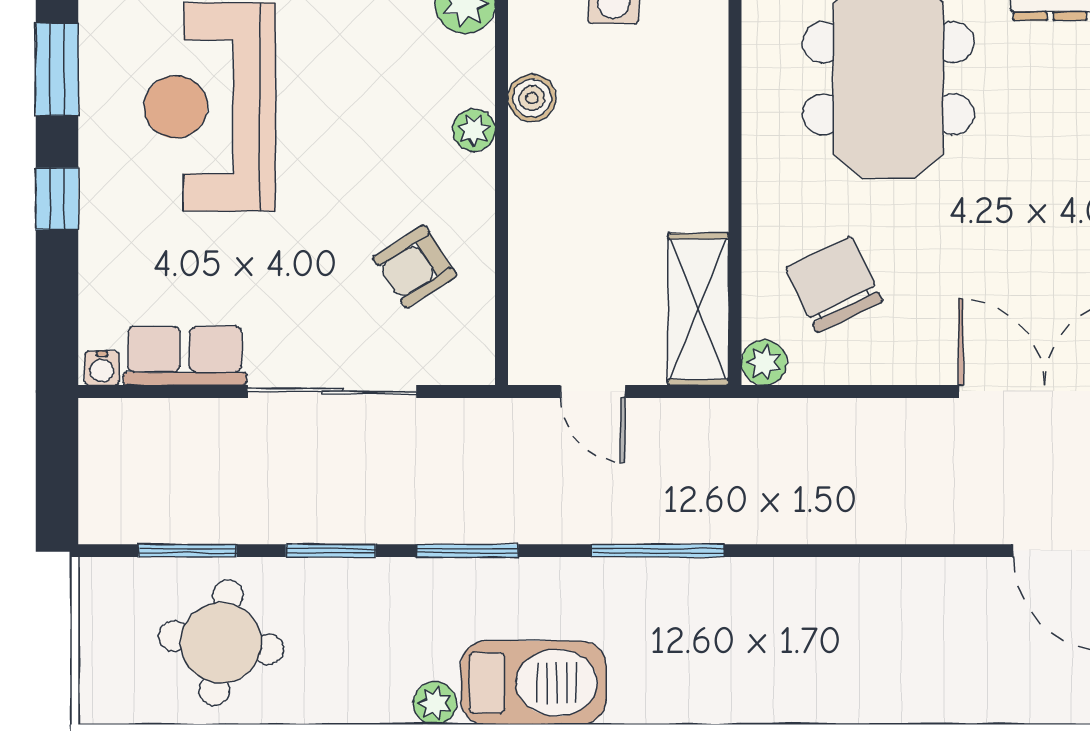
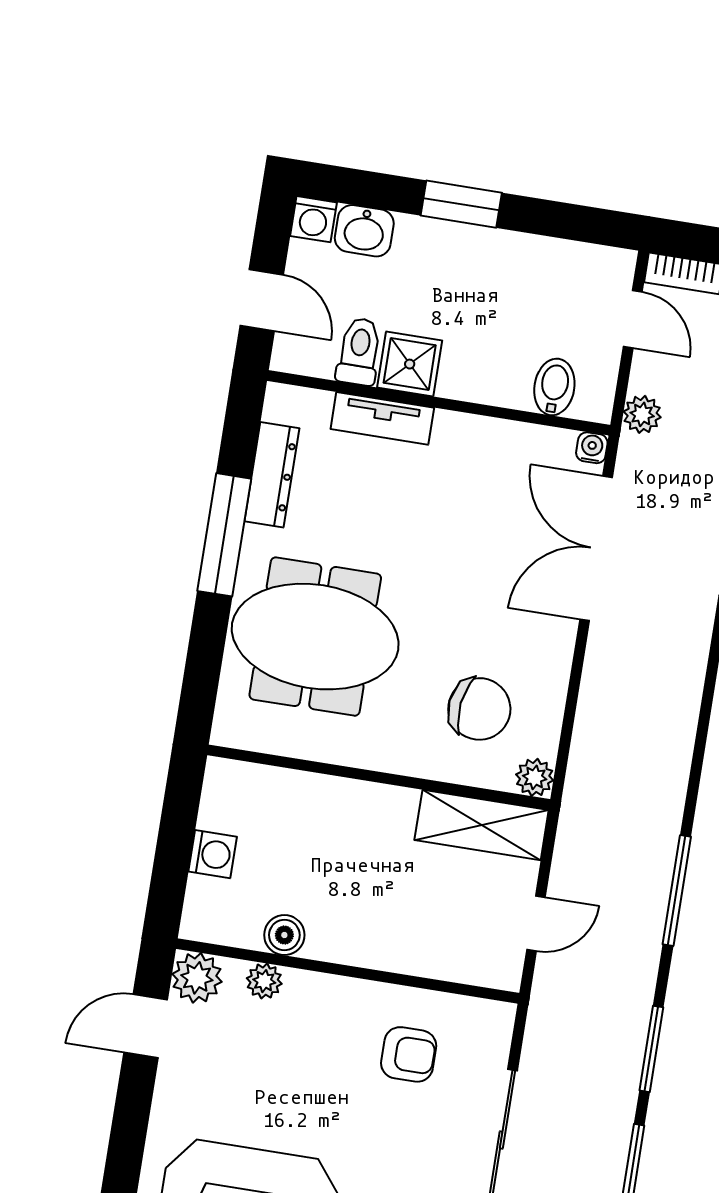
plant: (474, 130) -> (264, 981), moved
armchair: (415, 267) -> (409, 1054), turned -57
chair: (834, 285) -> (479, 709), turned -147

